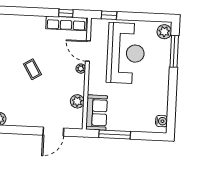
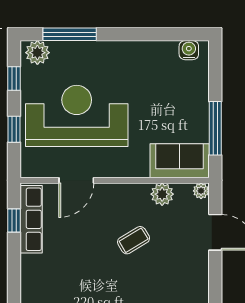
window: (109, 15) -> (14, 129), moved
window: (150, 17) -> (14, 79), added
coffee table: (32, 69) -> (134, 240), moved
plant: (81, 69) -> (201, 191), moved

